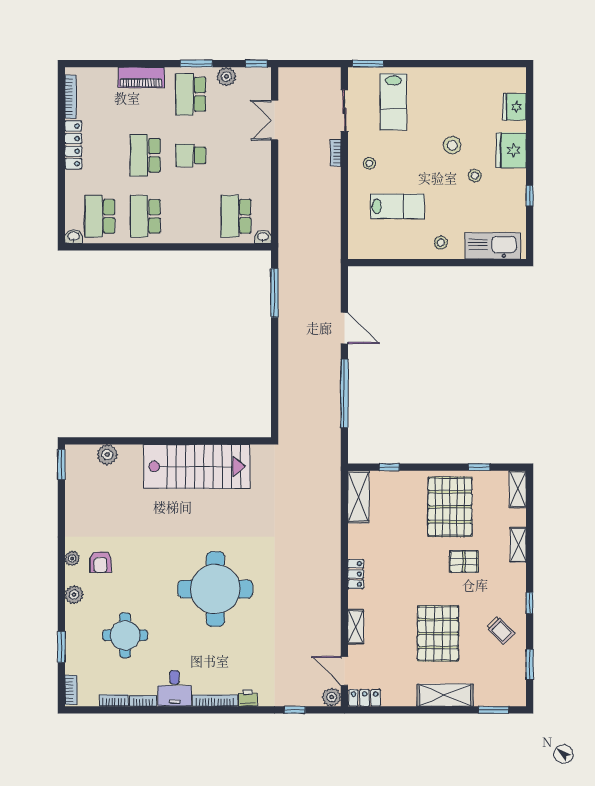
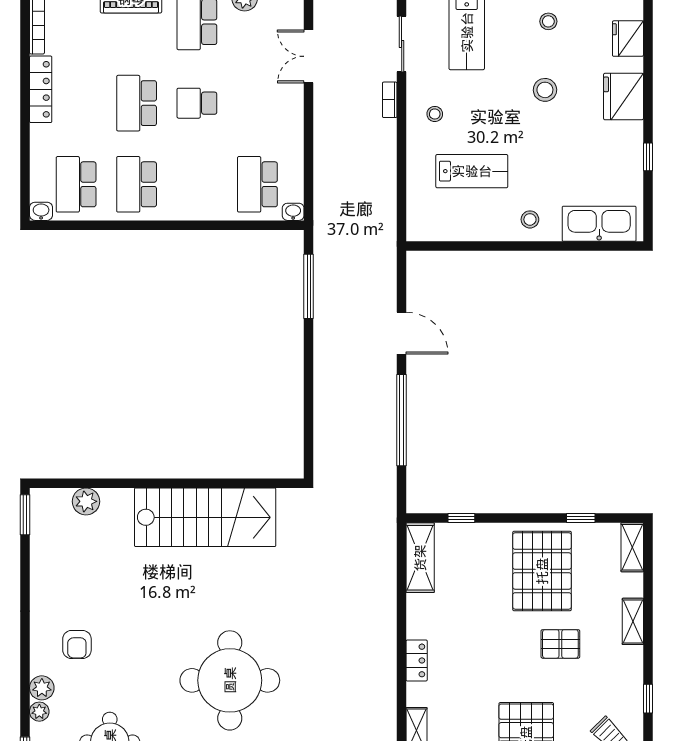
stool: (475, 176) -> (548, 21), moved
plant: (72, 559) -> (39, 712), moved

